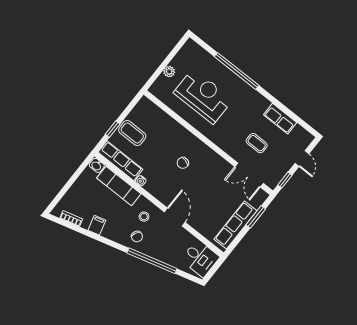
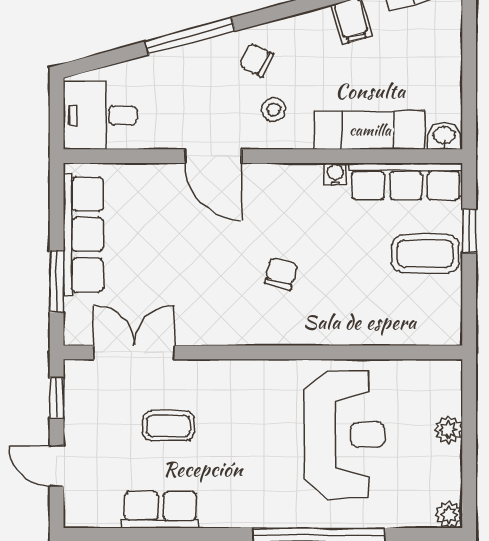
plant: (190, 45) -> (449, 515), added
reception desk: (203, 96) -> (344, 434), turned -90
window: (152, 261) -> (190, 36), width x0.68

